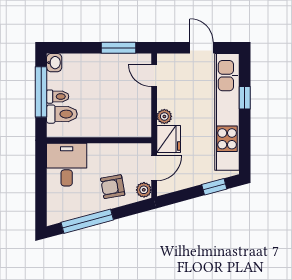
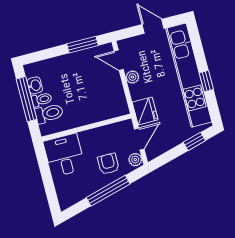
washbasin: (54, 63) -> (35, 85), moved
window: (245, 98) -> (206, 81), moved
plant: (164, 116) -> (132, 77), moved
armchair: (113, 187) -> (108, 164), turned 100
window: (87, 221) -> (108, 191), moved

